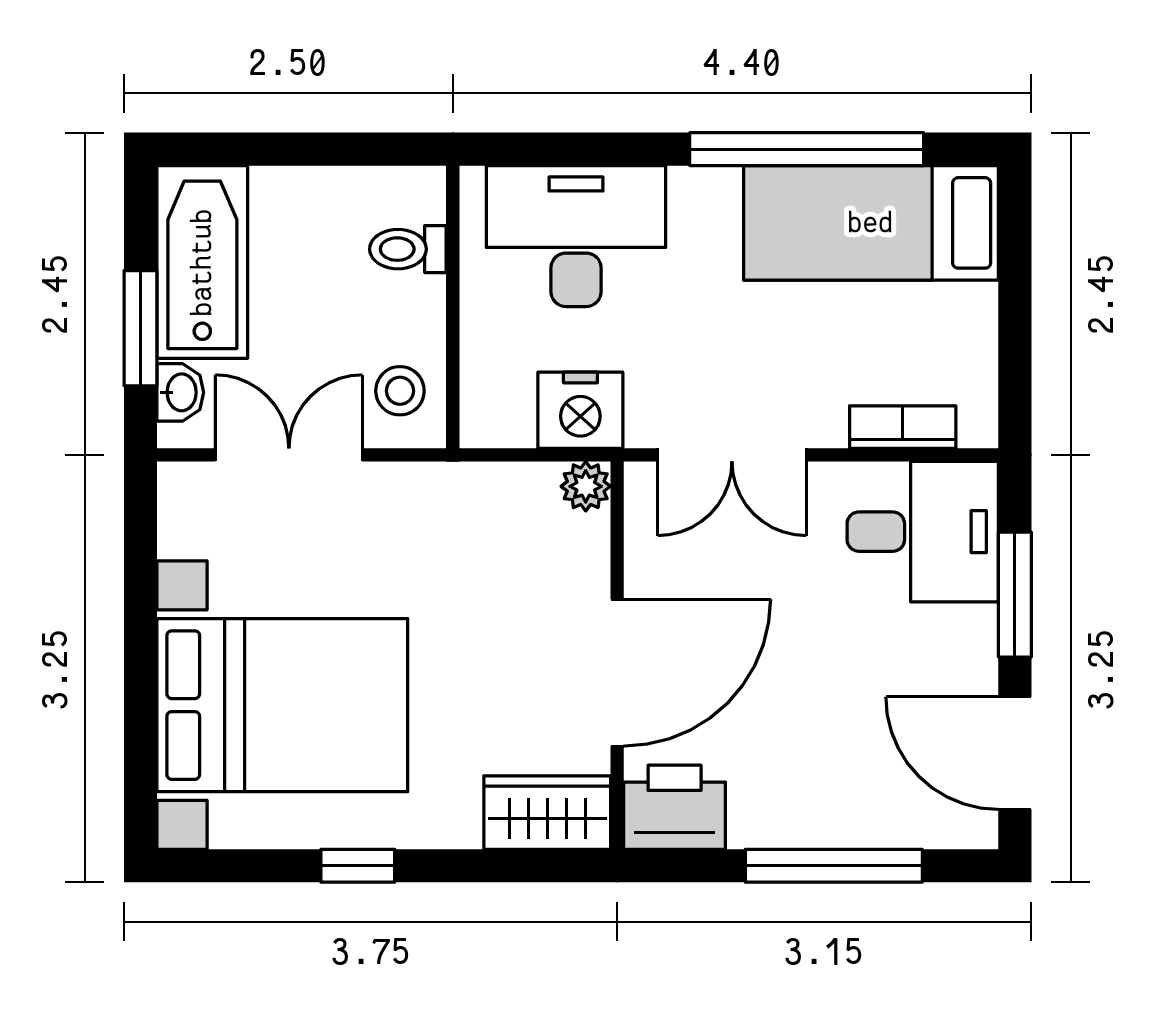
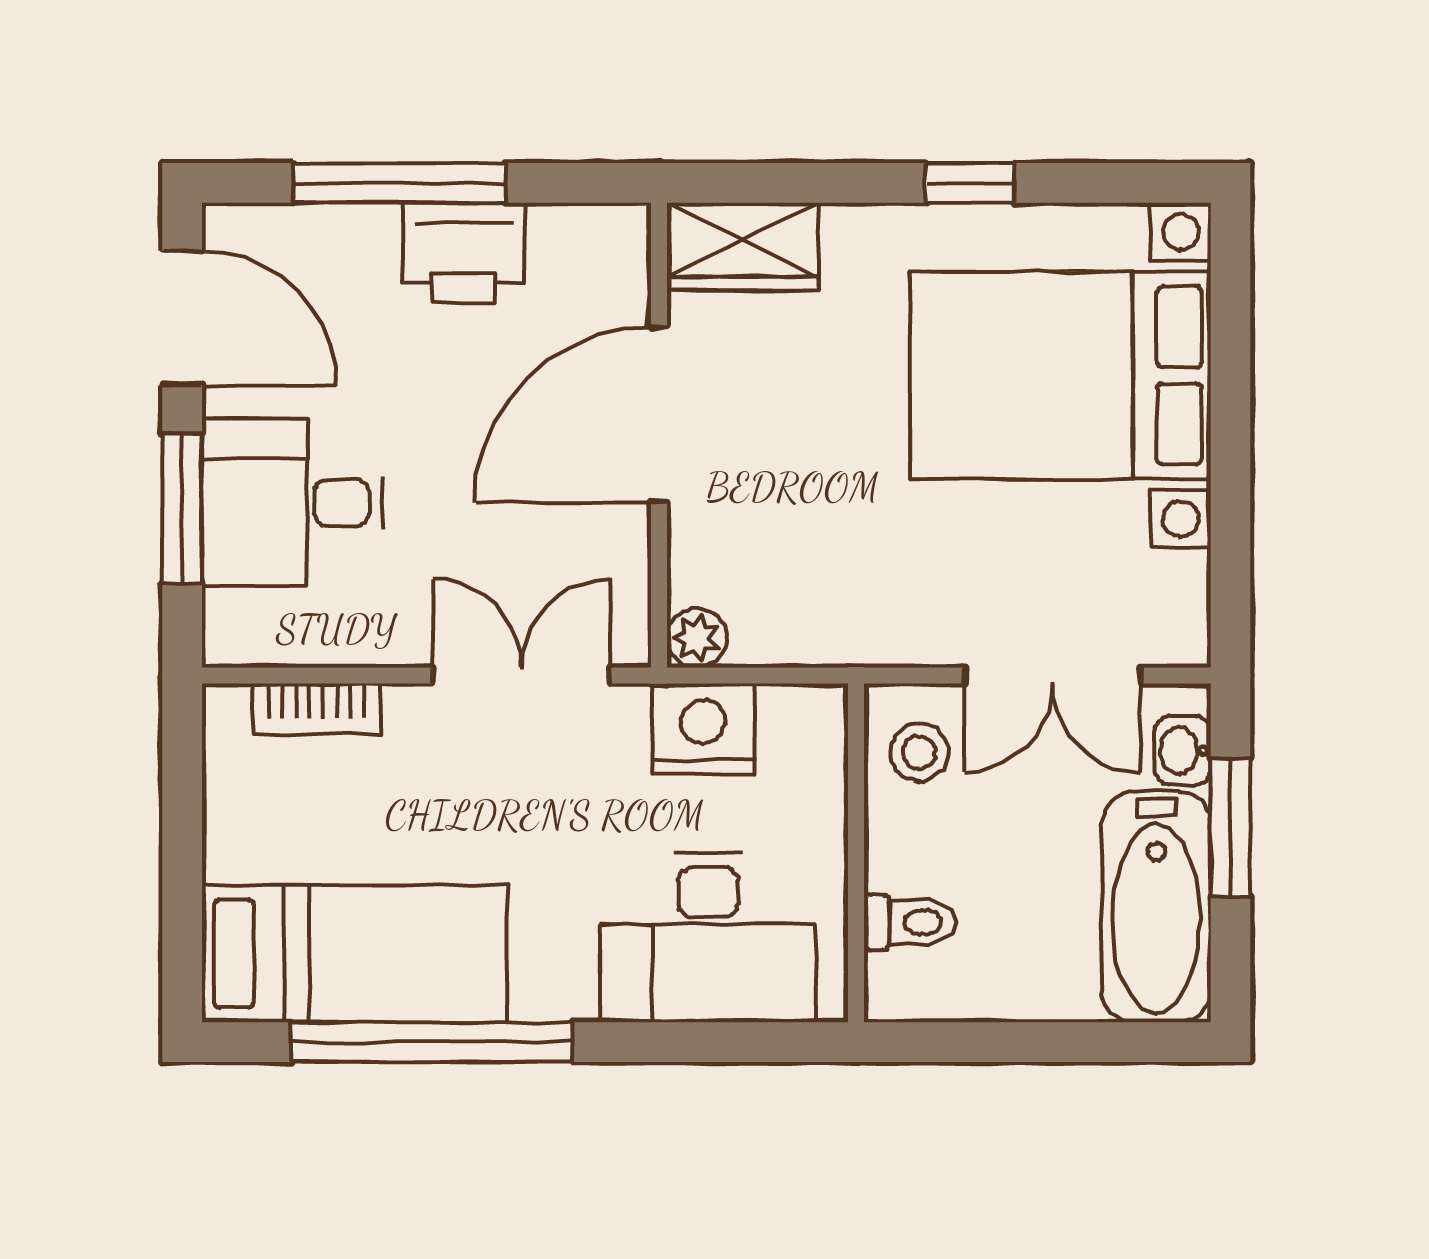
desk: (923, 532) -> (293, 503), moved
printer: (675, 807) -> (464, 253), moved

